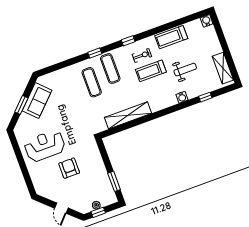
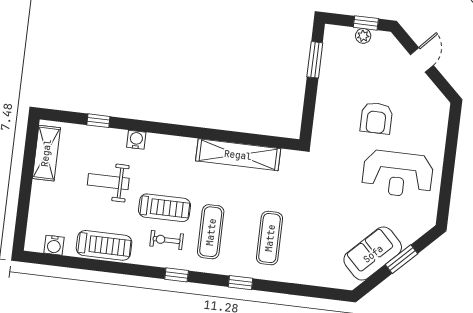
water cooler: (207, 21) -> (54, 245), moved
exercise mat: (110, 69) -> (211, 232), moved

